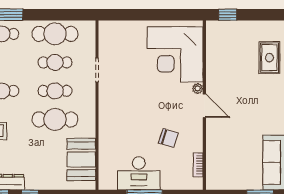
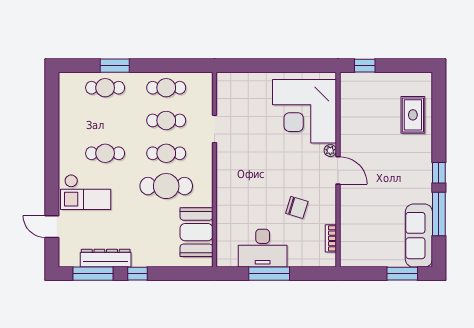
cafe table: (55, 34) -> (166, 88), width x0.73, depth x0.74

